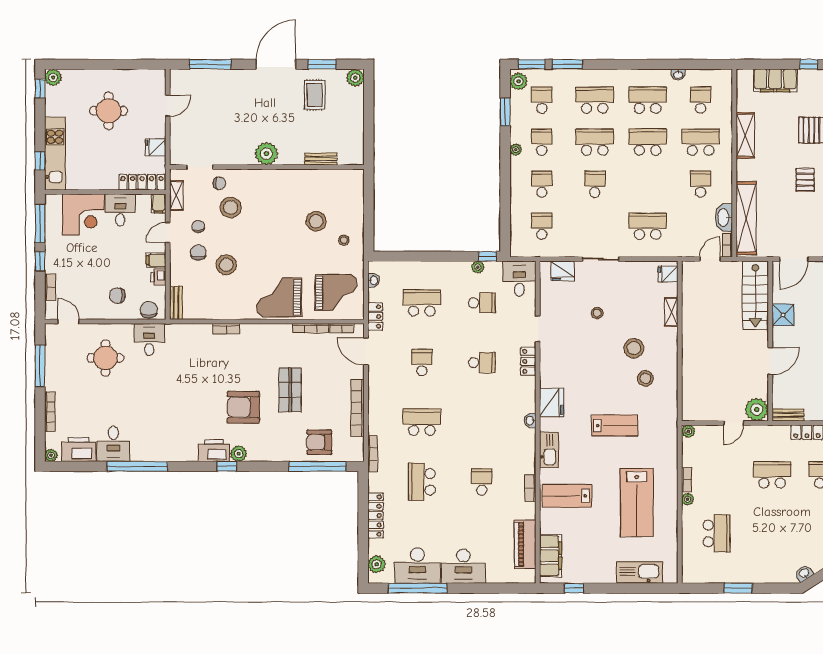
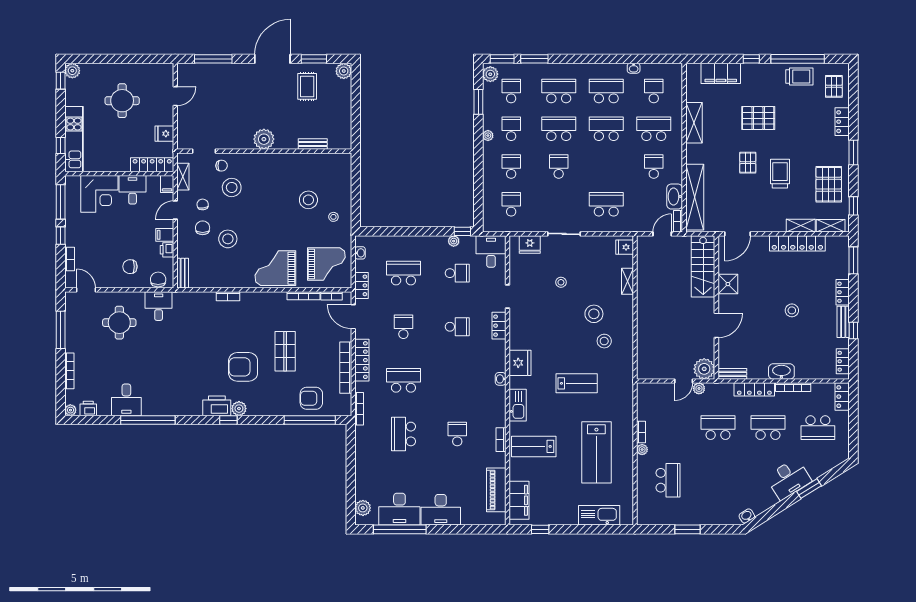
plant: (688, 431) -> (699, 388), moved
printer: (79, 450) -> (88, 408), width x0.53, depth x0.68
locker: (376, 516) -> (362, 360), moved

